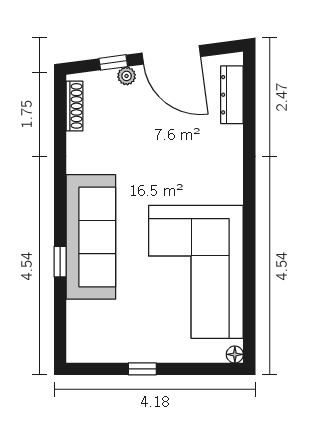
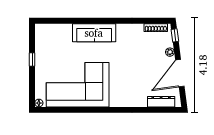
window: (113, 62) -> (175, 35), moved
sofa: (91, 237) -> (94, 33), width x0.74, depth x0.79
window: (60, 262) -> (83, 21), removed

